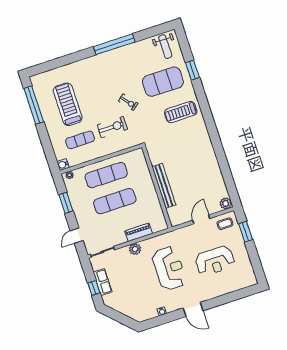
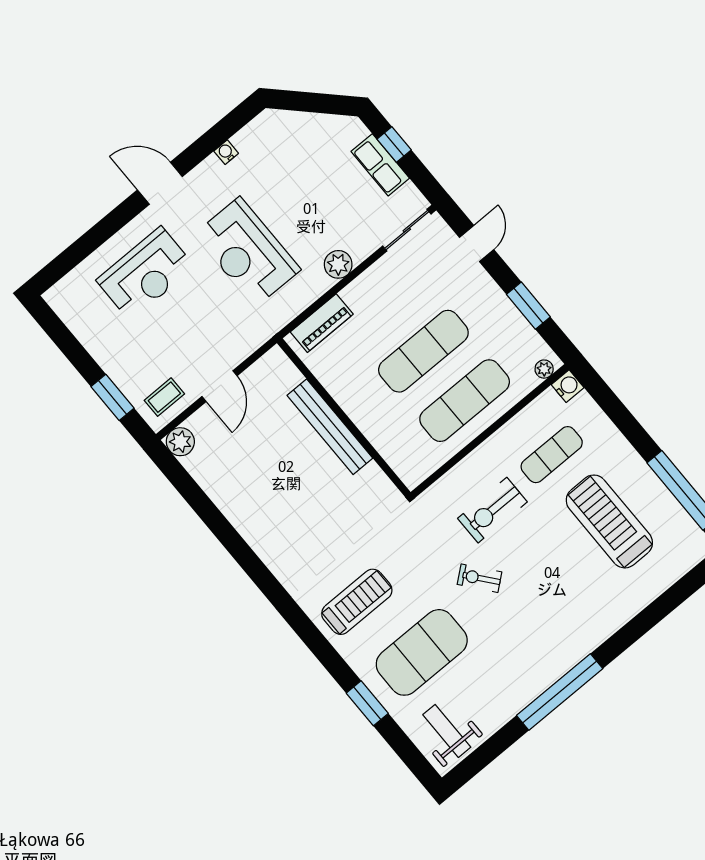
treadmill: (68, 104) -> (609, 521), turned 180
piano: (139, 232) -> (322, 323), moved
reception desk: (215, 261) -> (146, 273), moved, turned 180

